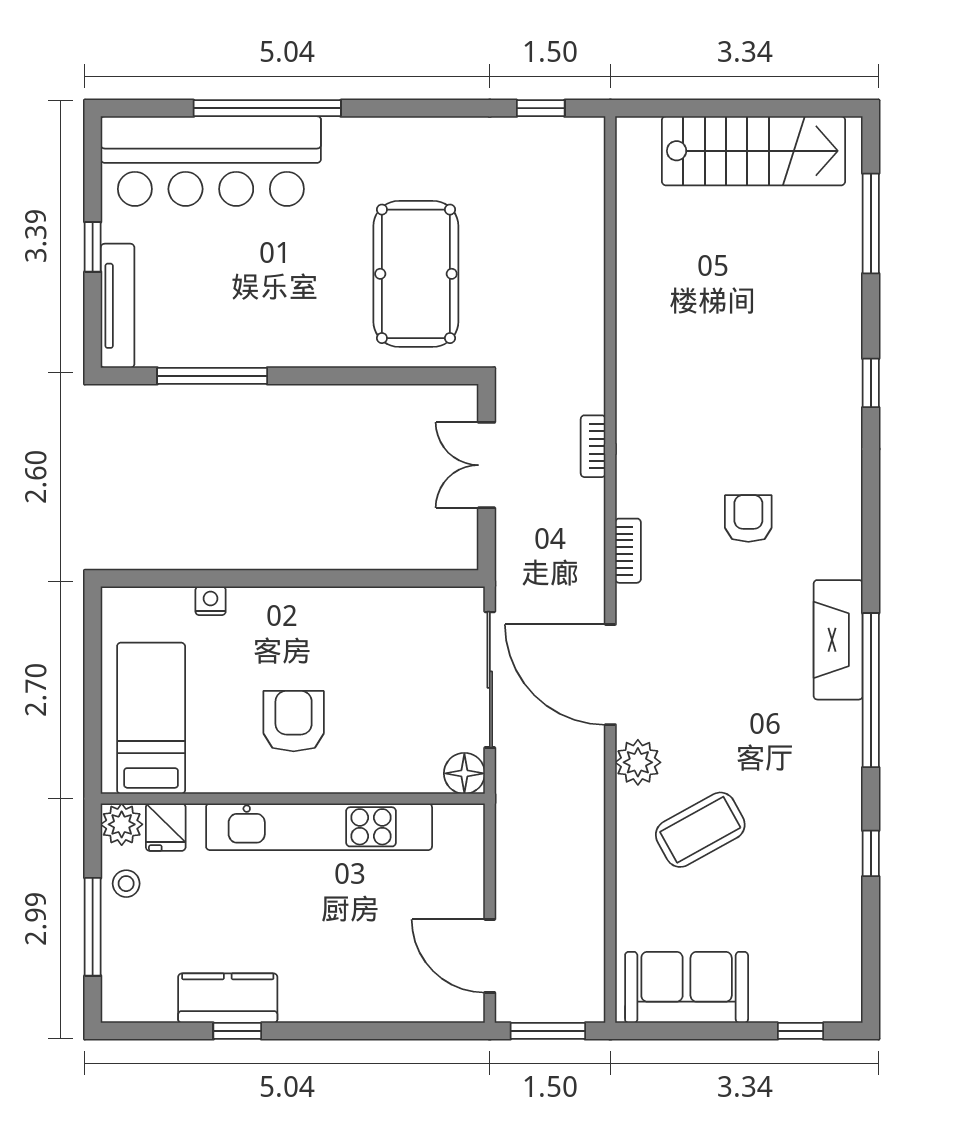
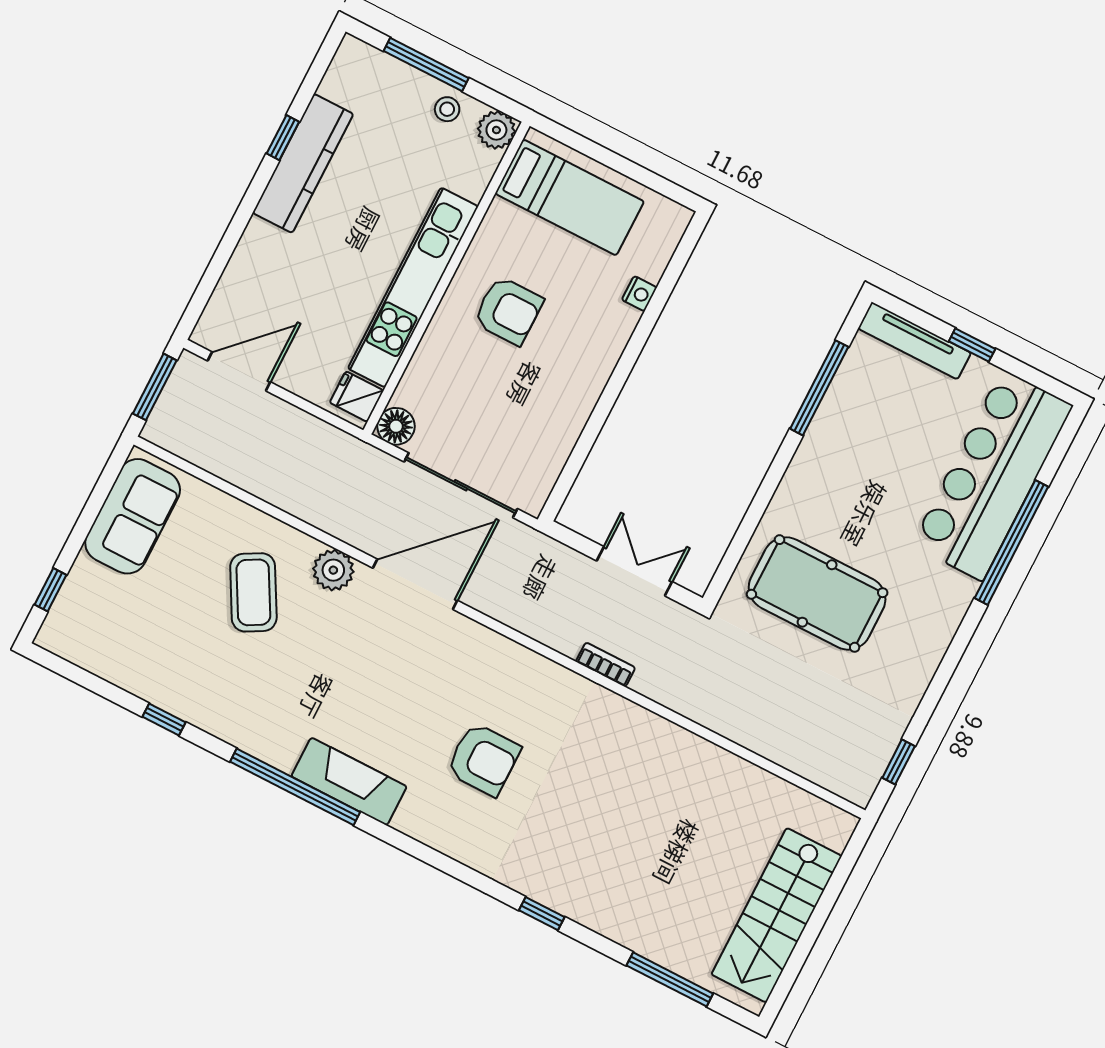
armchair: (748, 518) -> (483, 759), width x1.38, depth x1.38
bookcase: (628, 551) -> (507, 649), removed
fridge: (166, 827) -> (357, 397), moved
kitchen counter: (228, 998) -> (303, 163), width x1.50

